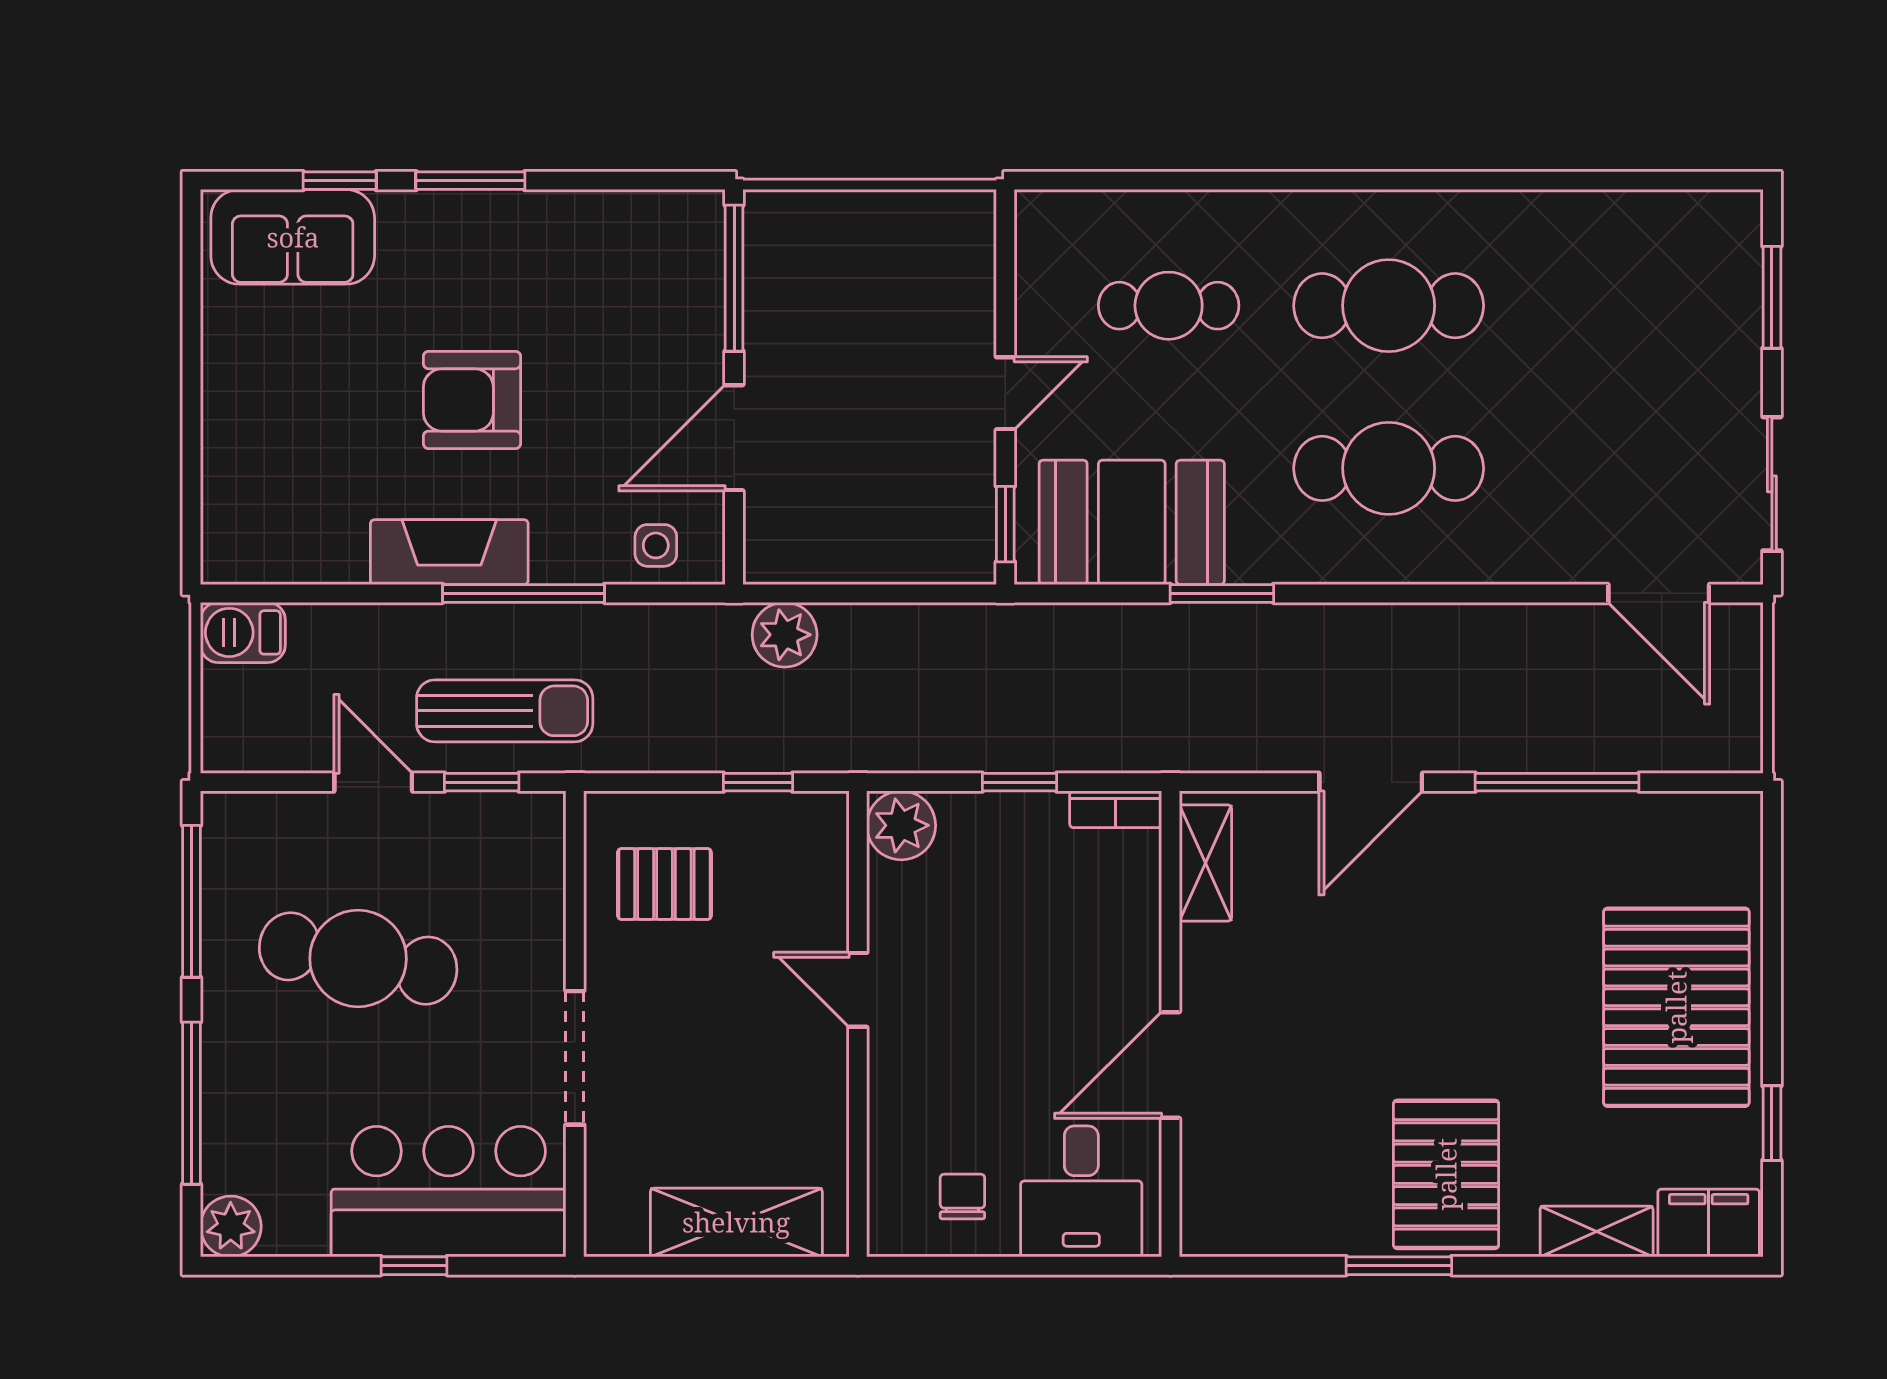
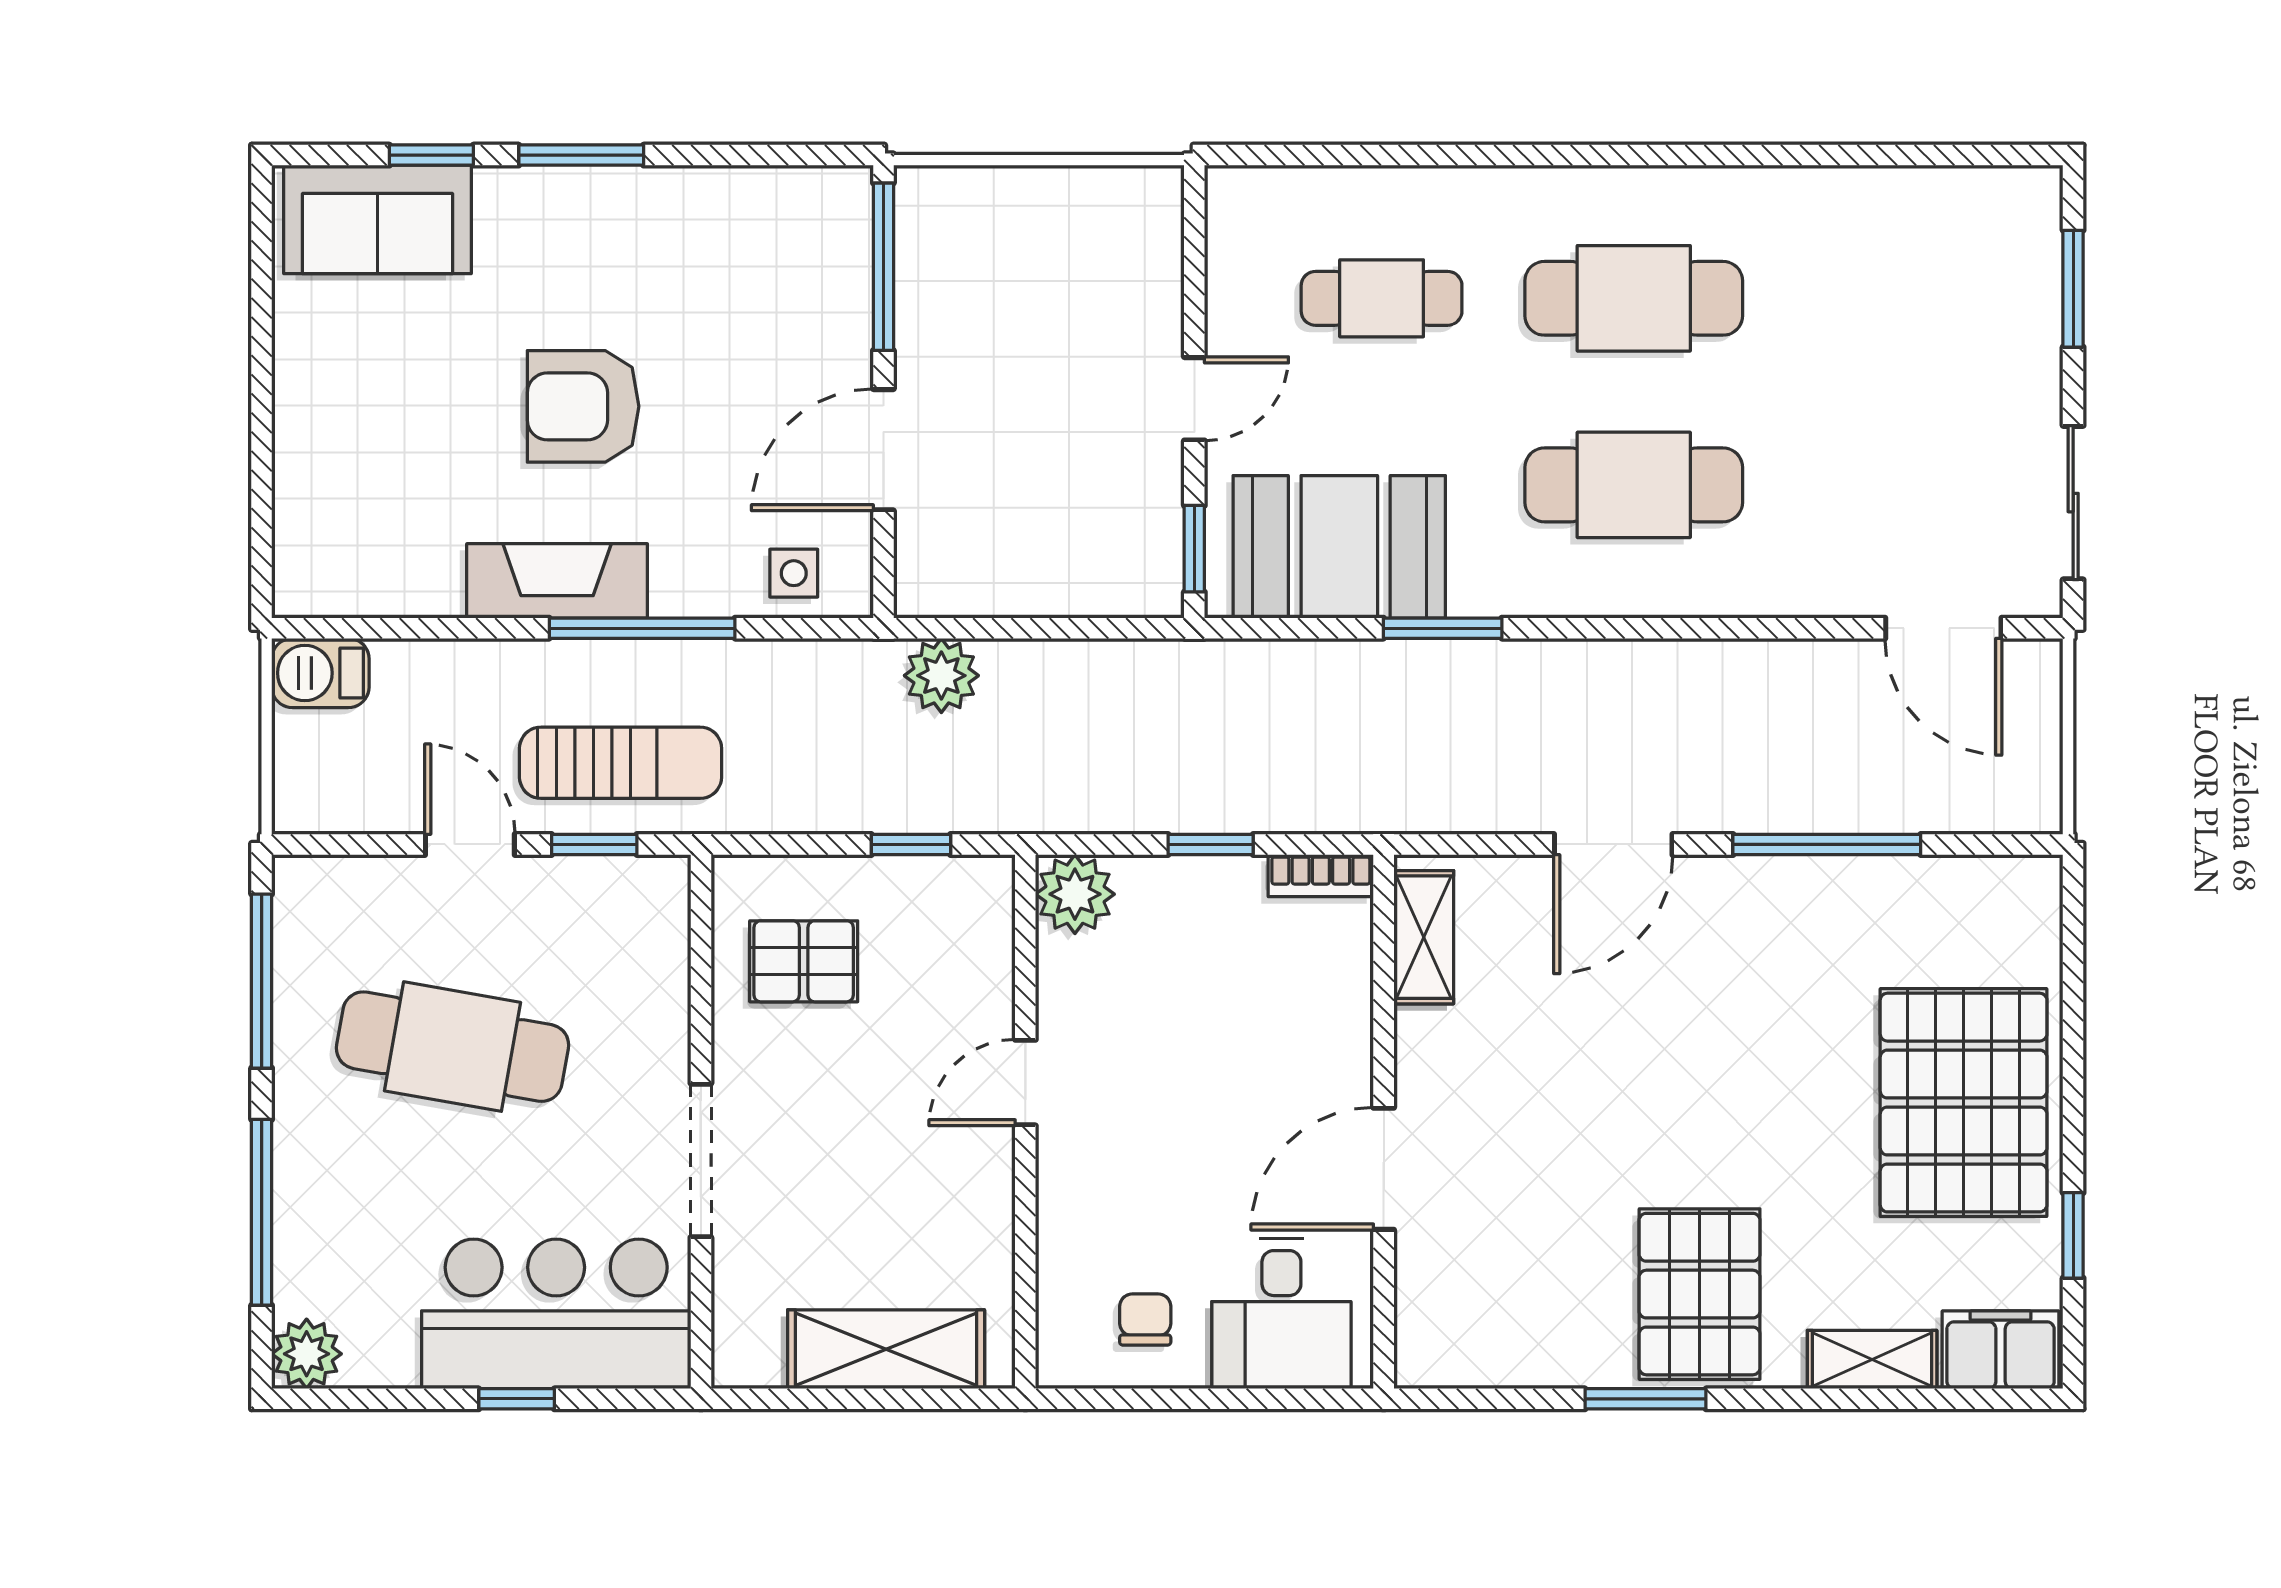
door: (858, 990) -> (1025, 1083), hinge flipped

